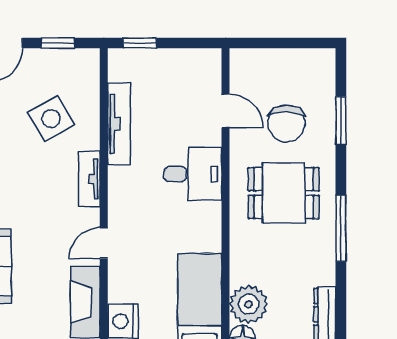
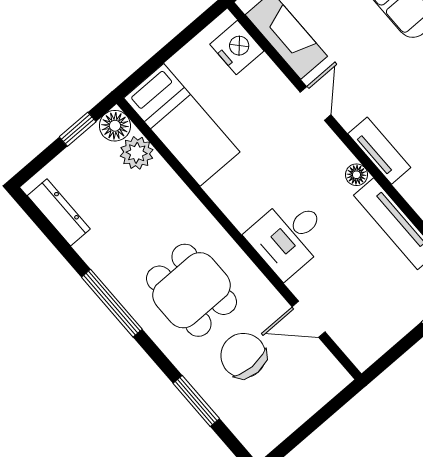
floor lamp: (117, 176) -> (356, 175), added
dining table: (284, 193) -> (191, 290), turned 90
plant: (249, 304) -> (137, 153), width x0.73, depth x0.73

